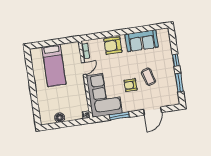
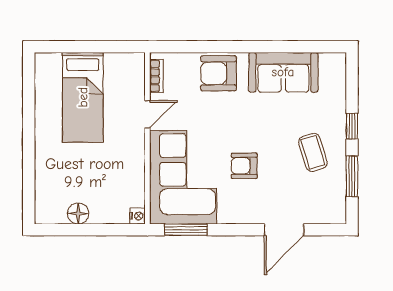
coffee table: (149, 77) -> (313, 152), moved
window: (119, 116) -> (186, 230), moved

